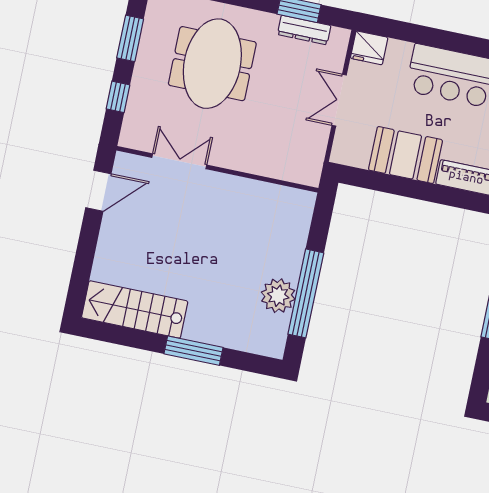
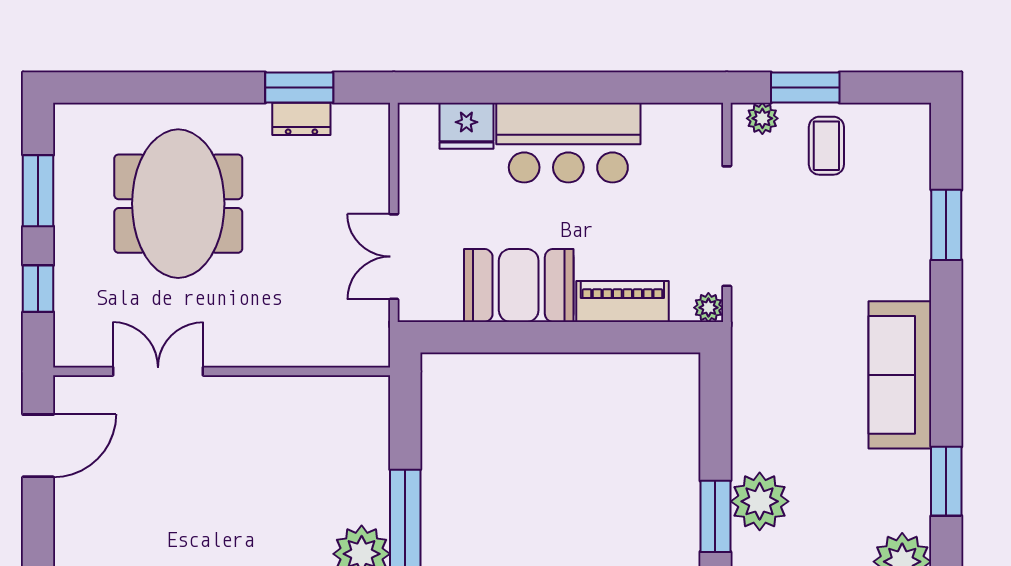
dresser: (304, 30) -> (301, 119), width x0.70
fridge: (369, 48) -> (466, 126), moved
double door: (339, 100) -> (394, 257), moved

